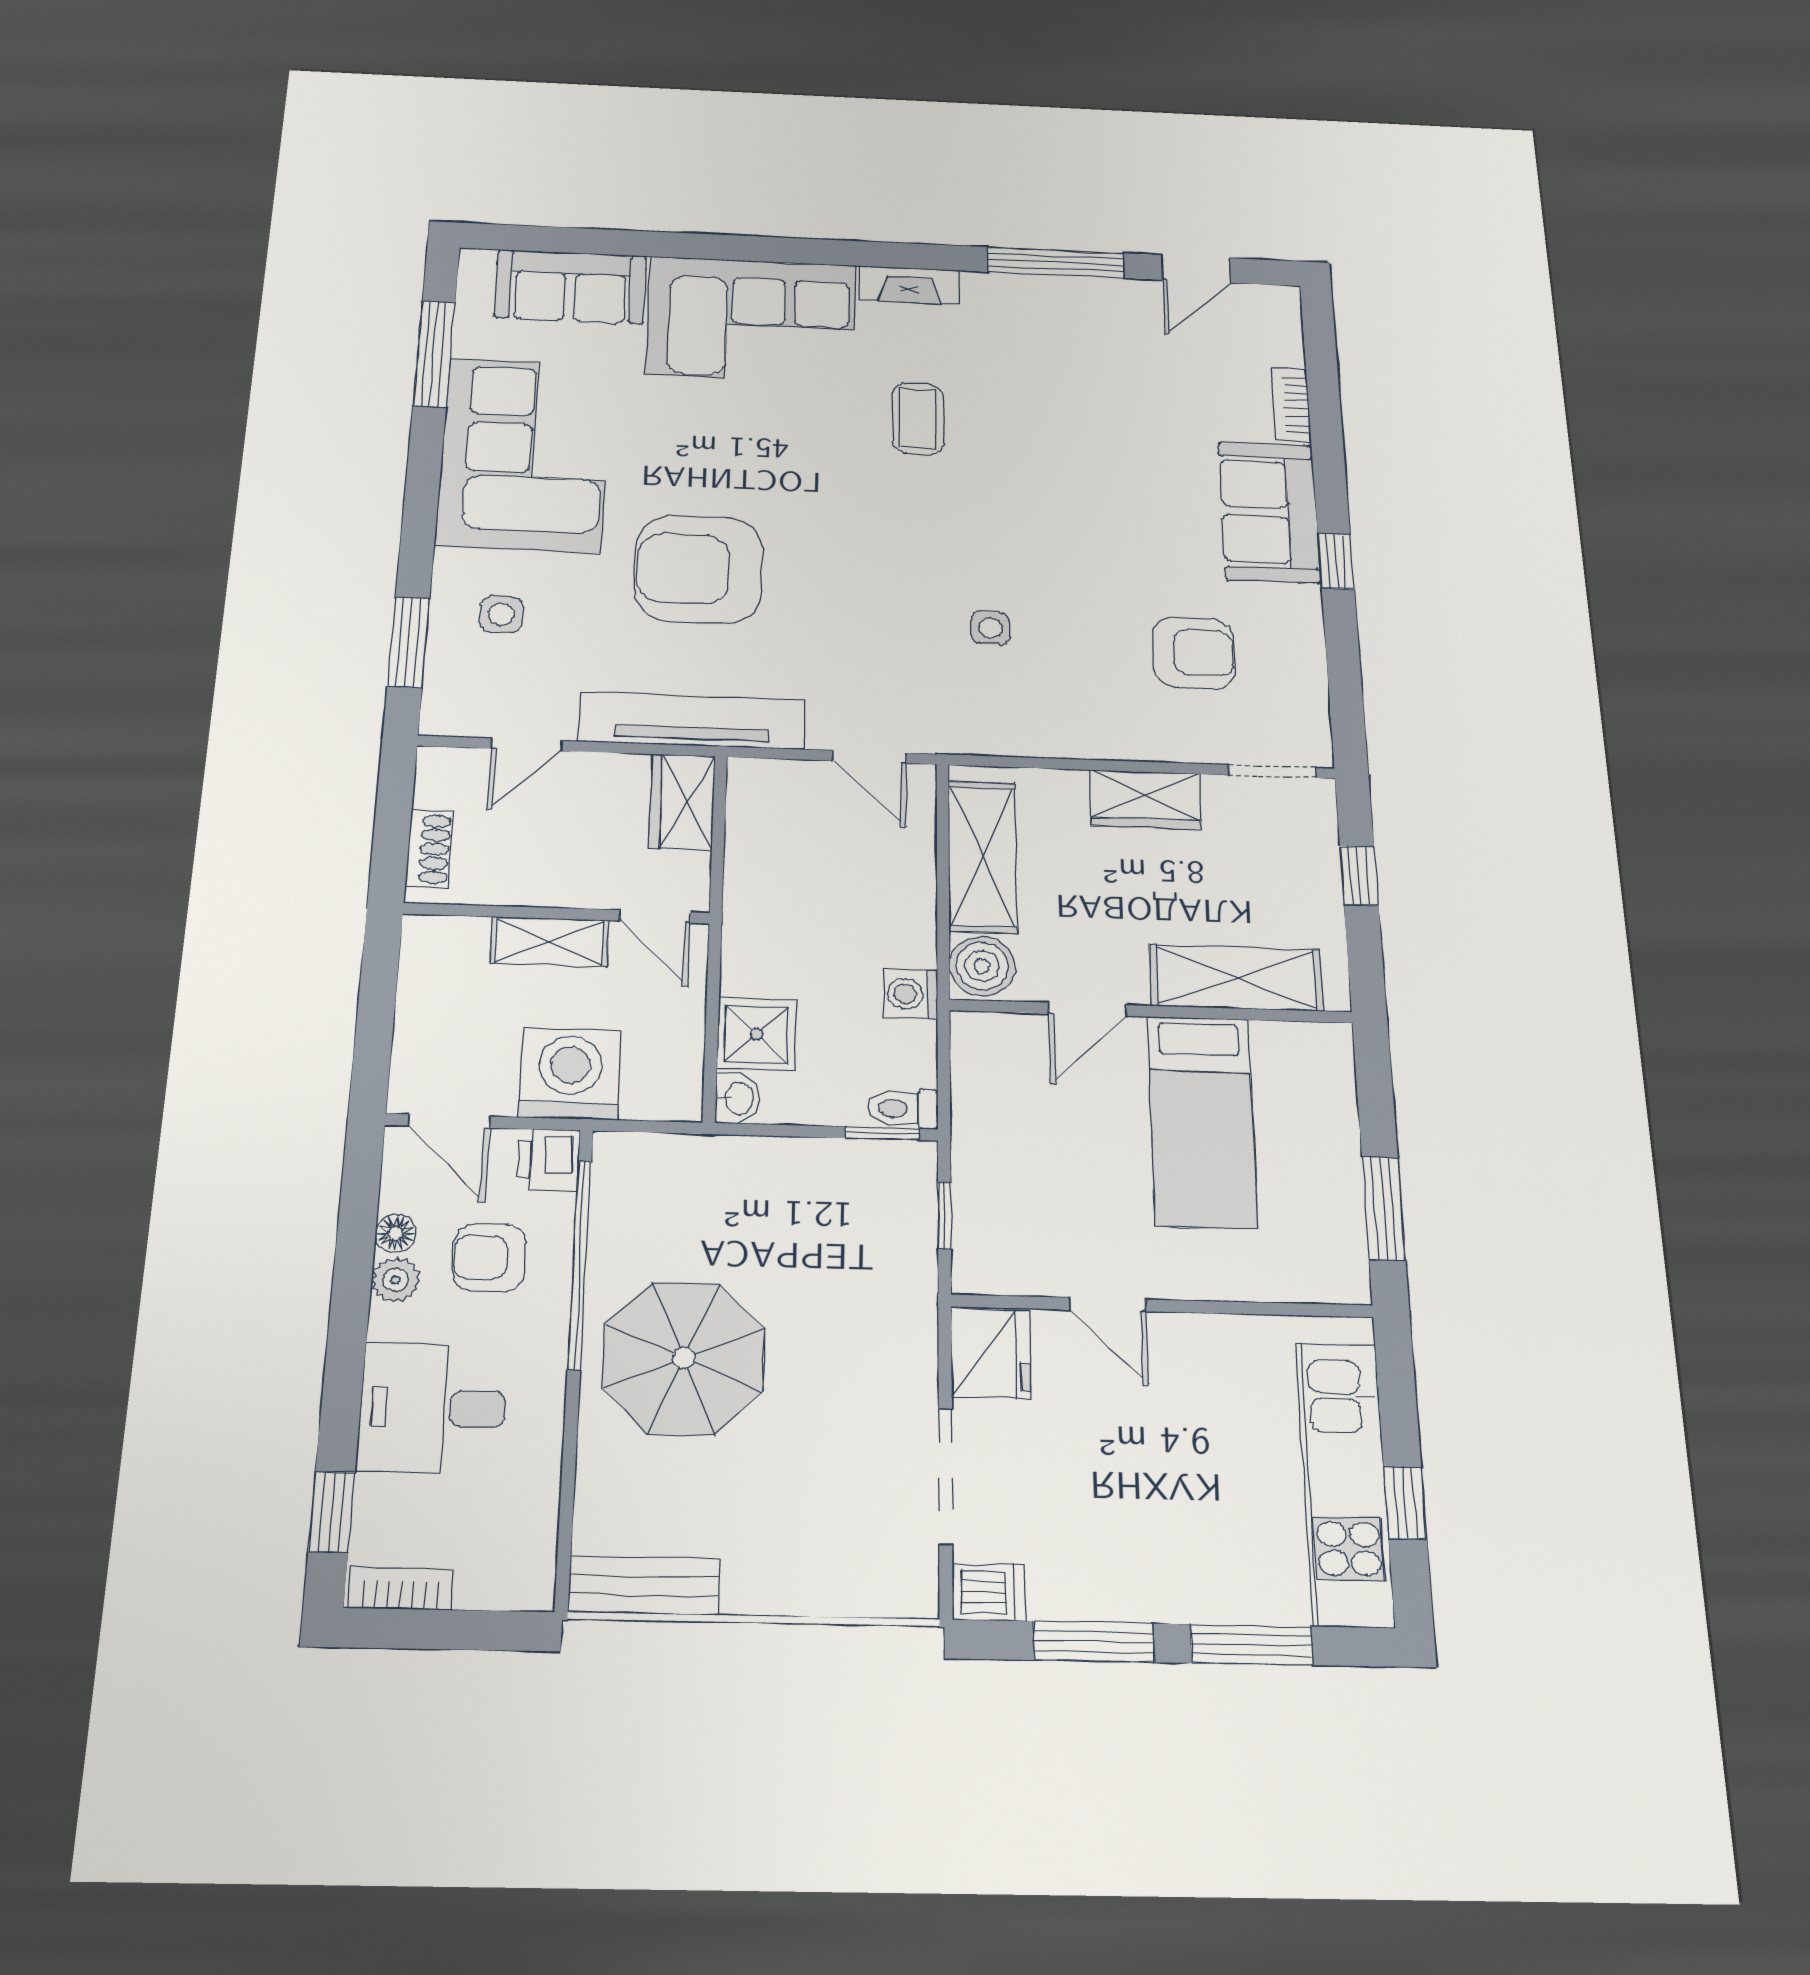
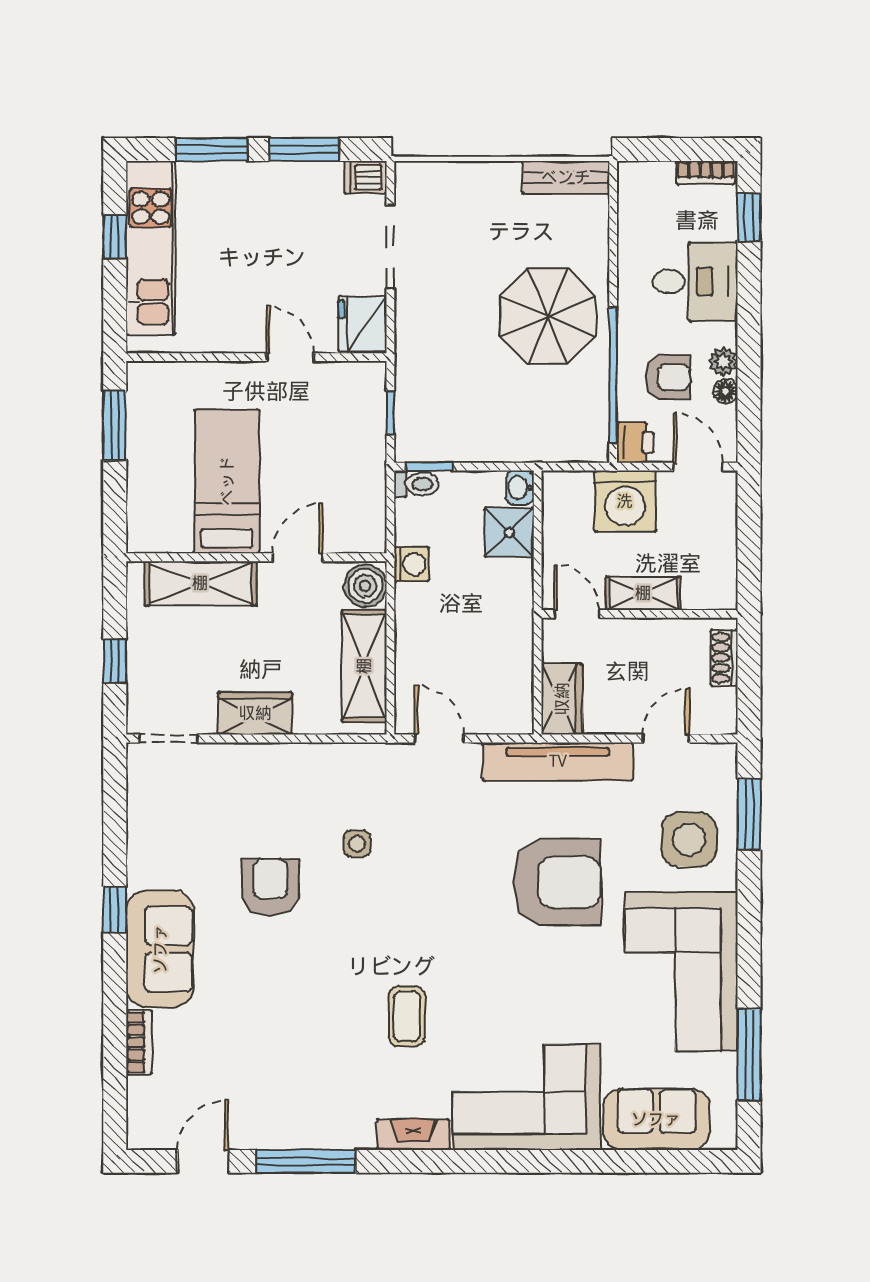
side table: (501, 614) -> (689, 839), width x1.87, depth x1.87
armchair: (1194, 653) -> (270, 887), moved, turned 90

